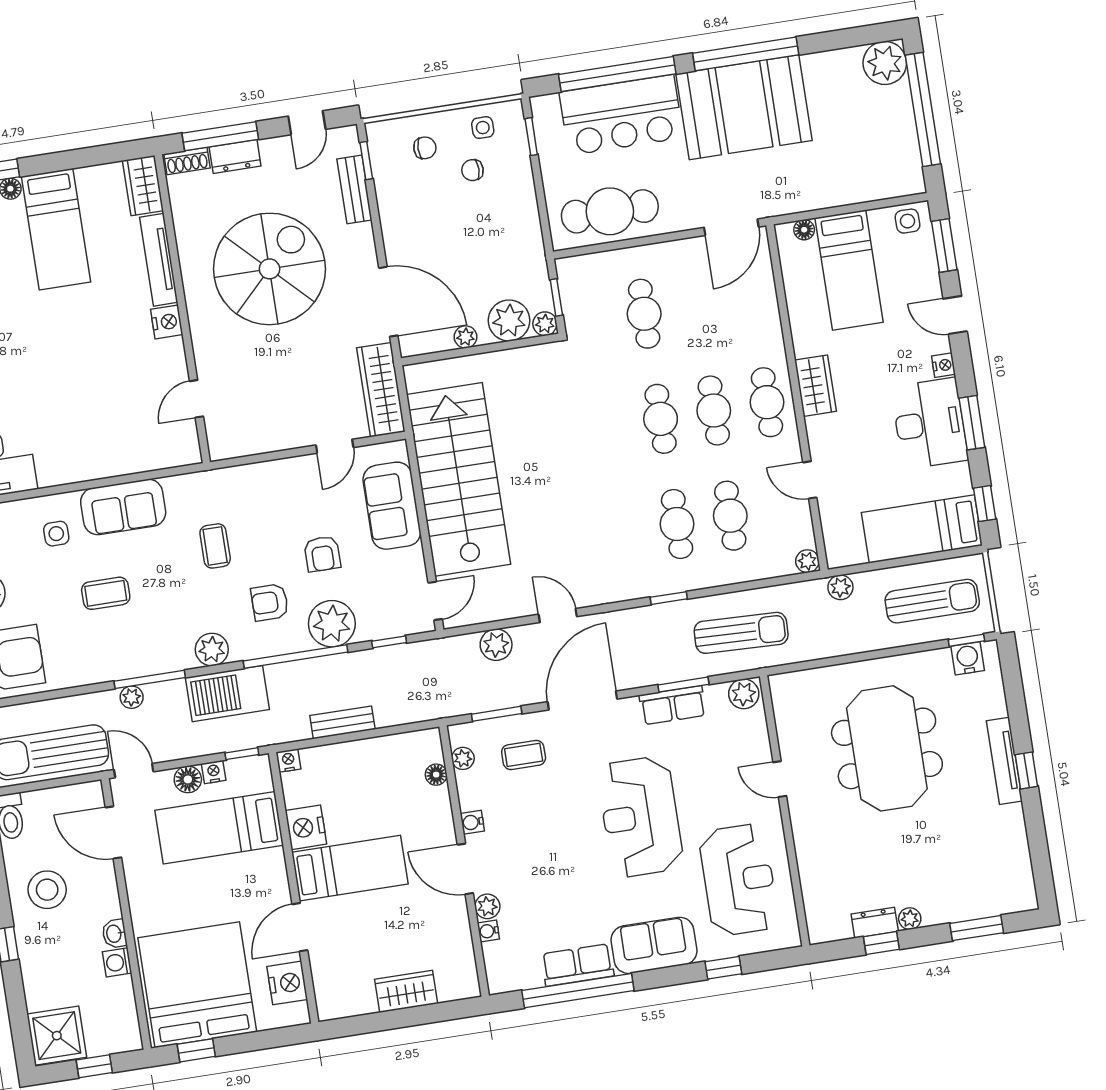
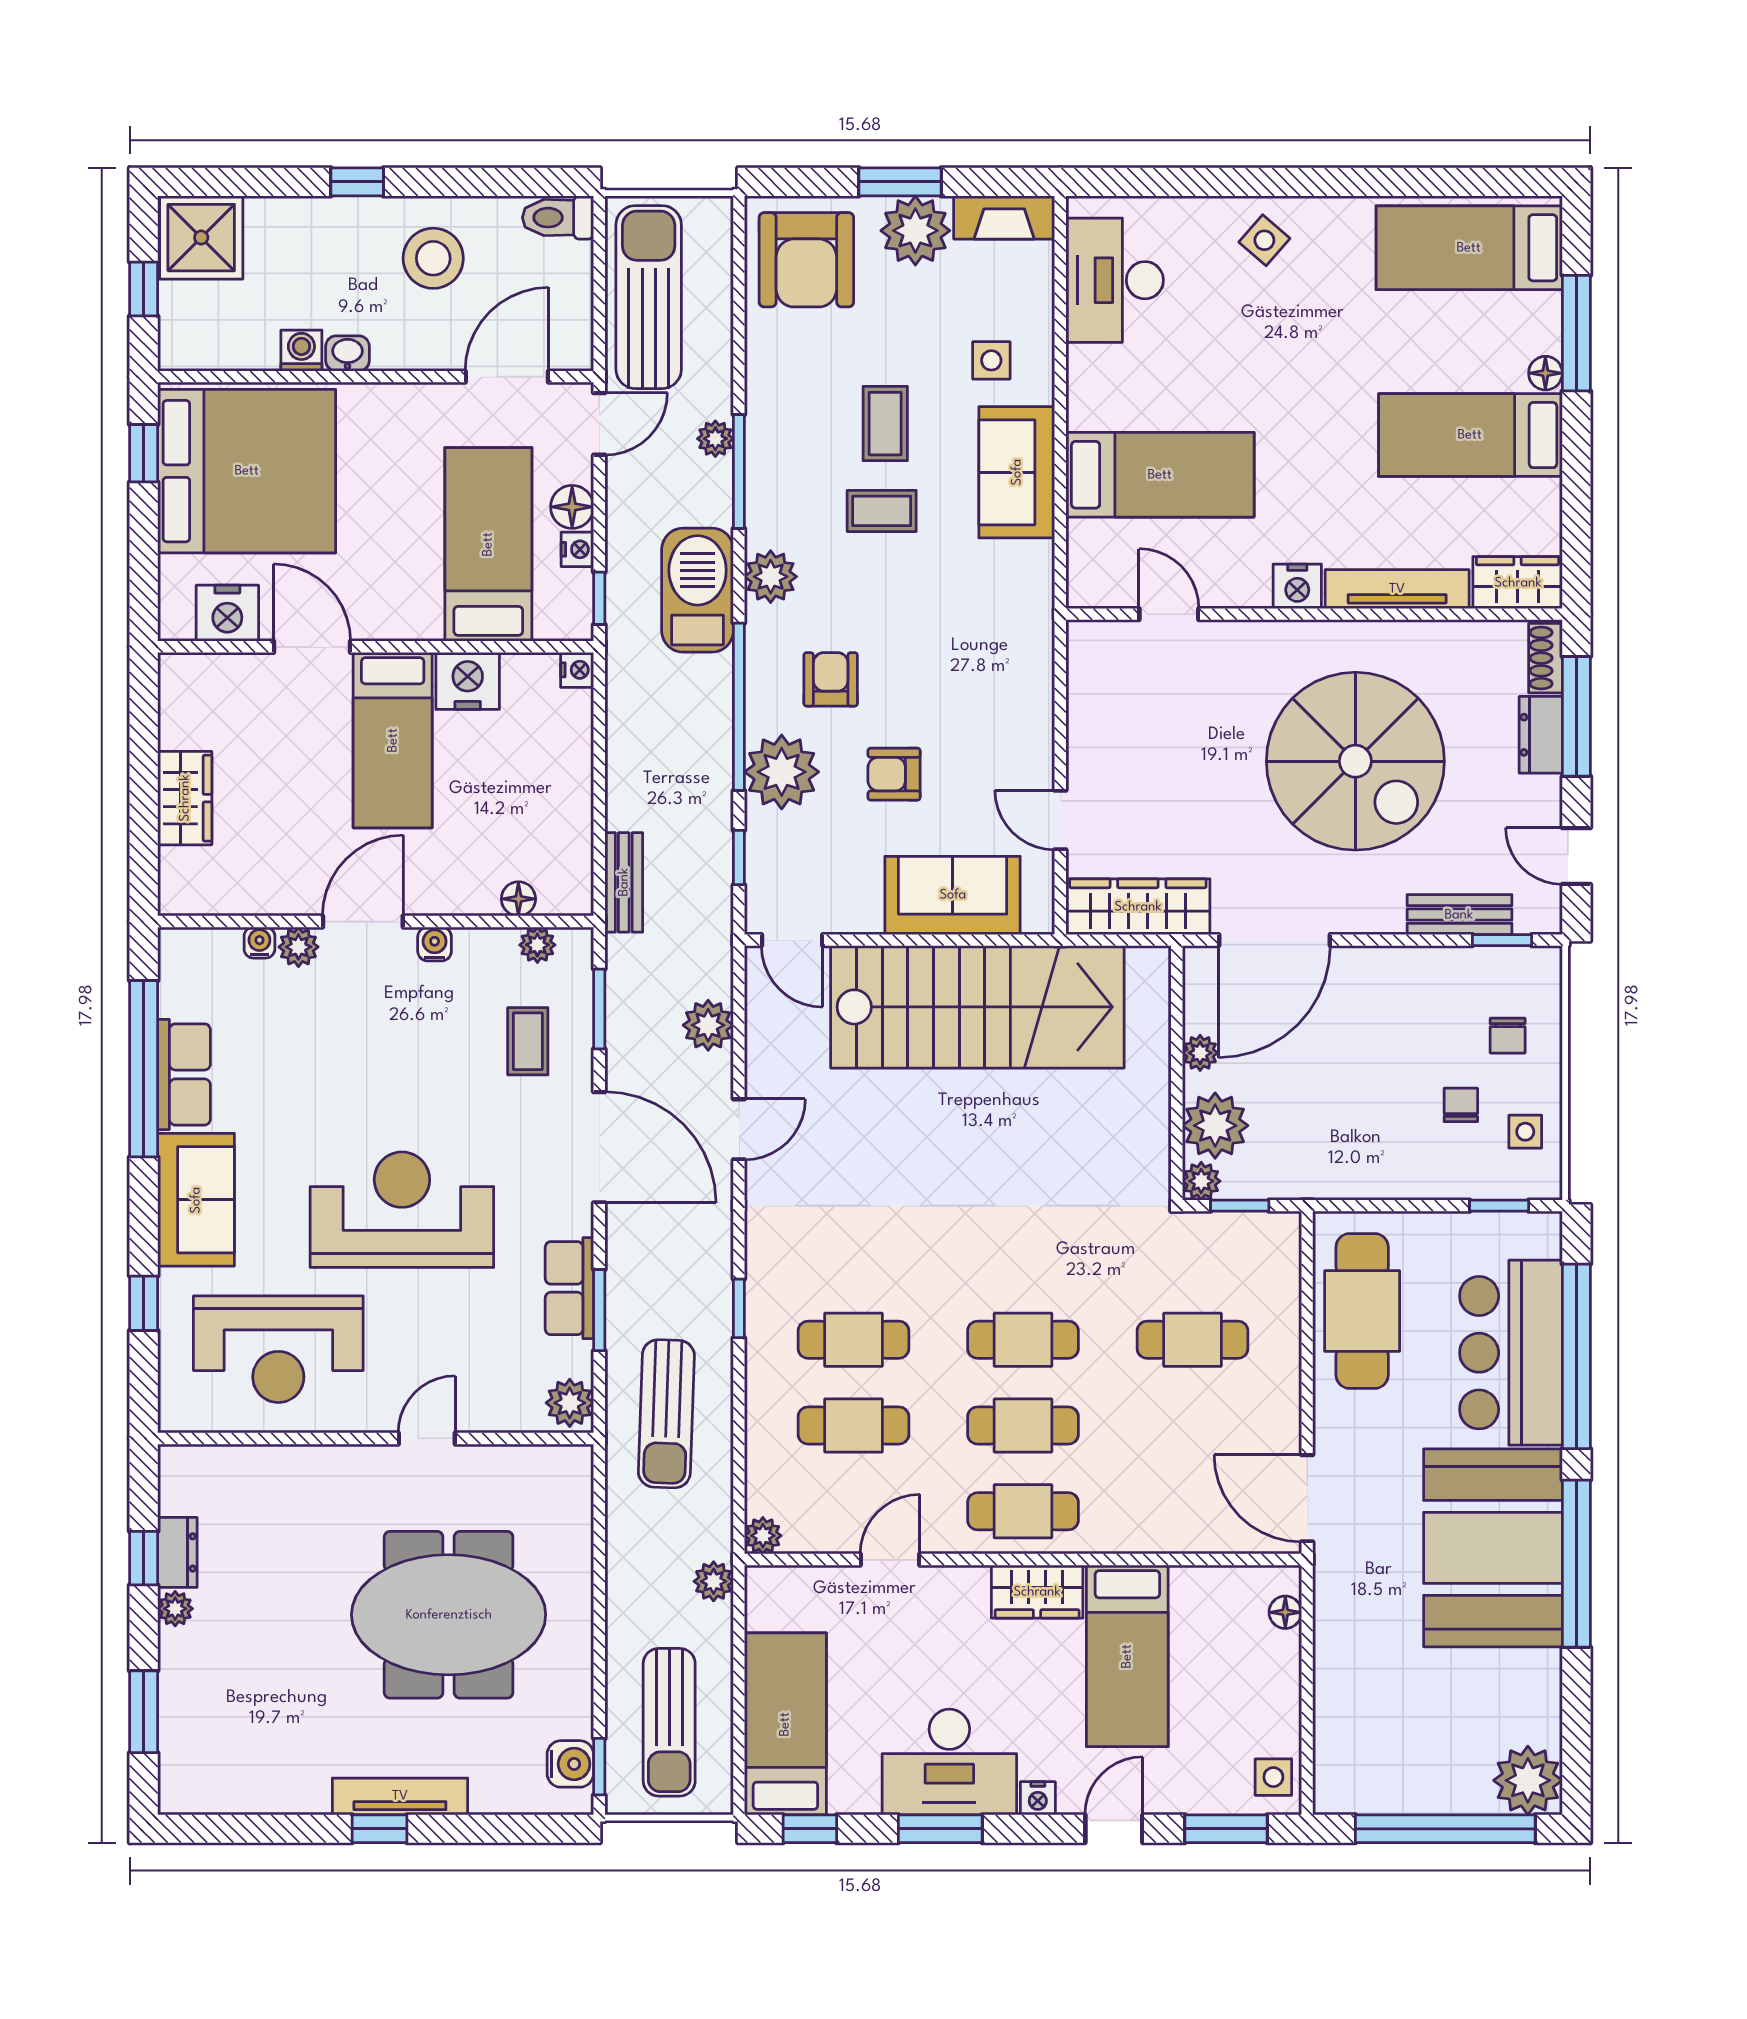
bed: (849, 270) -> (1127, 1656), moved, turned -90
bed: (111, 418) -> (1160, 475), added
coffee table: (215, 546) -> (882, 511), moved
bench: (342, 722) -> (624, 882), moved

